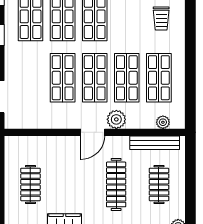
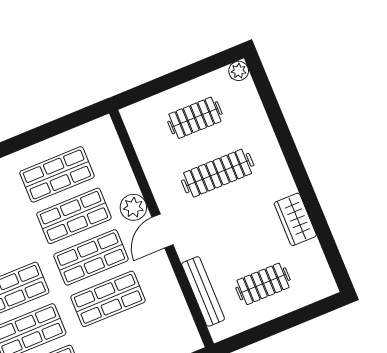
plant: (163, 122) -> (112, 146), removed
door: (93, 132) -> (163, 231), swing flipped
bench: (155, 143) -> (203, 291), moved

